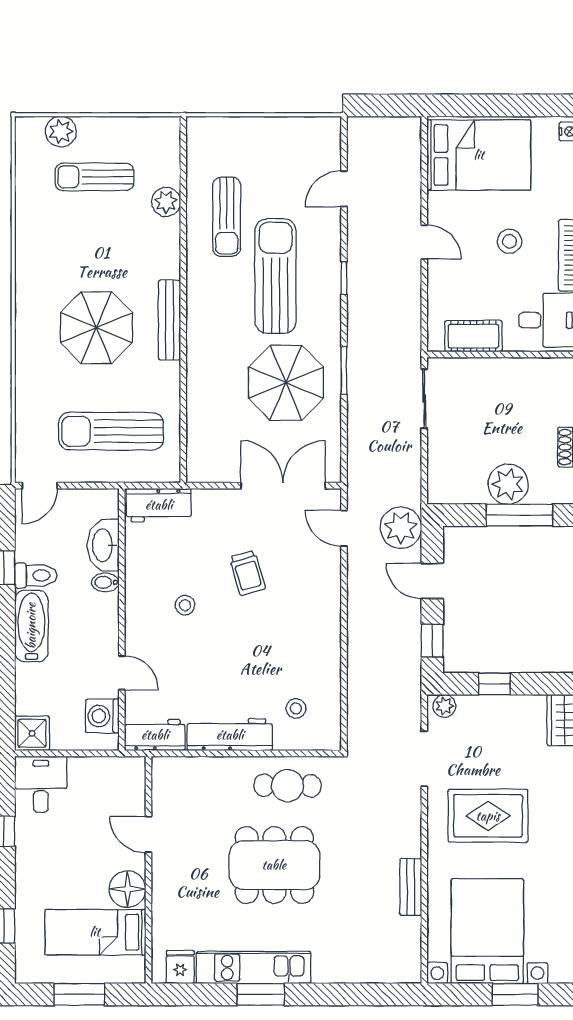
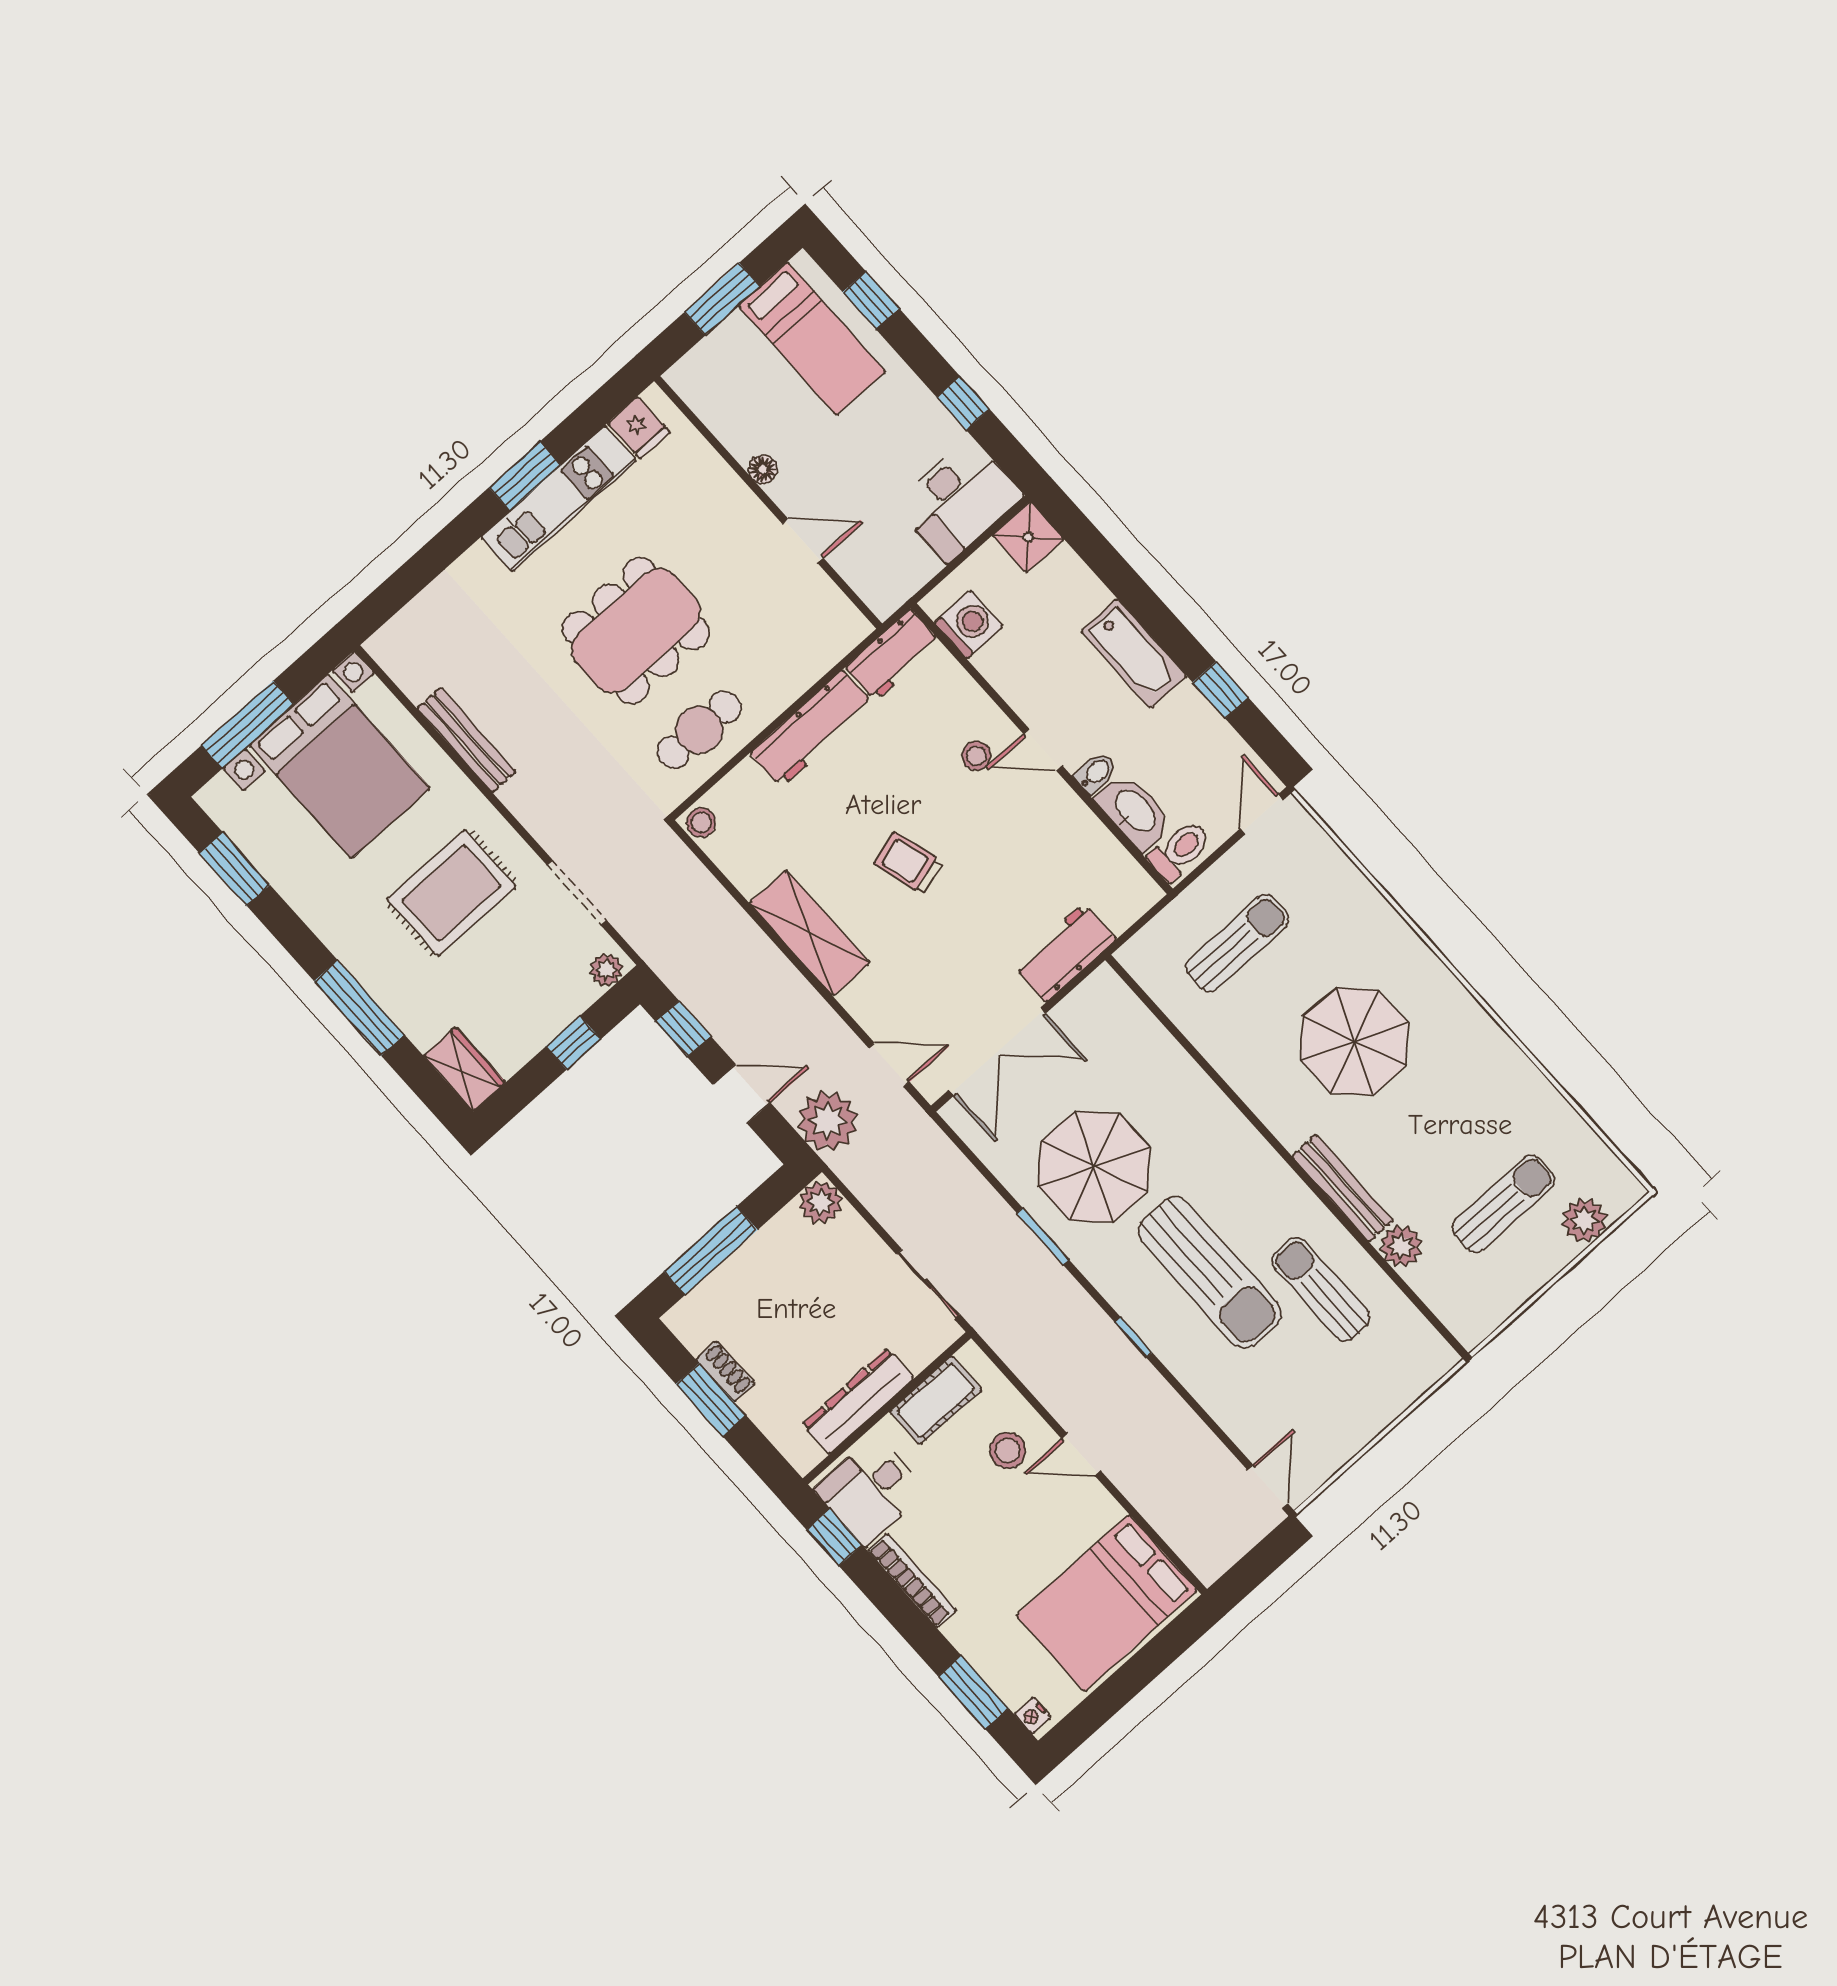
door: (344, 189) -> (1268, 1487), moved
stool: (509, 241) -> (1008, 1450), moved
bench: (169, 320) -> (1342, 1188), moved
dresser: (513, 371) -> (858, 1401), added
sun lounger: (111, 431) -> (1237, 943), width x0.73, depth x0.75
plant: (508, 484) -> (820, 1202), moved, width x0.73, depth x0.73
workbench: (159, 505) -> (1065, 953), moved
trolley: (247, 573) -> (908, 863), moved
toilet: (36, 575) -> (1180, 851), moved, turned 180
stool: (185, 605) -> (976, 756), moved
shelving: (324, 632) -> (809, 933), added
door: (122, 673) -> (1043, 750), moved
stool: (296, 708) -> (701, 823), moved
desk: (41, 784) -> (959, 500), width x1.37
bench: (411, 887) -> (466, 740), width x1.36
floor lamp: (127, 889) -> (763, 469), width x0.53, depth x0.53
bed: (95, 932) -> (812, 339), moved, turned 90
window: (515, 994) -> (248, 725), width x1.44

